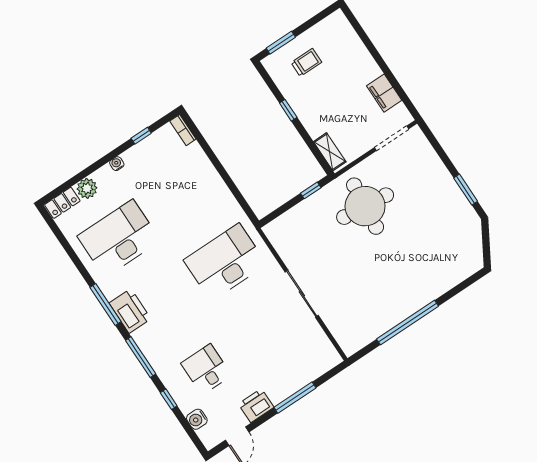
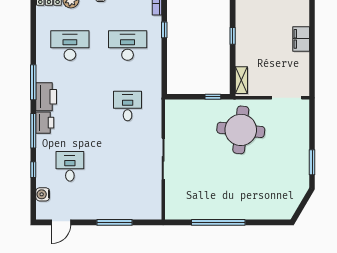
trolley: (306, 62) -> (265, 13), removed
filing cabinet: (384, 93) -> (301, 39), moved
window: (210, 153) -> (164, 30), added
desk: (181, 197) -> (128, 46), added
desk: (119, 238) -> (70, 46), width x0.73, depth x0.77
desk: (225, 262) -> (128, 106), width x0.53, depth x0.77
printer: (256, 406) -> (45, 123), moved, turned 90

